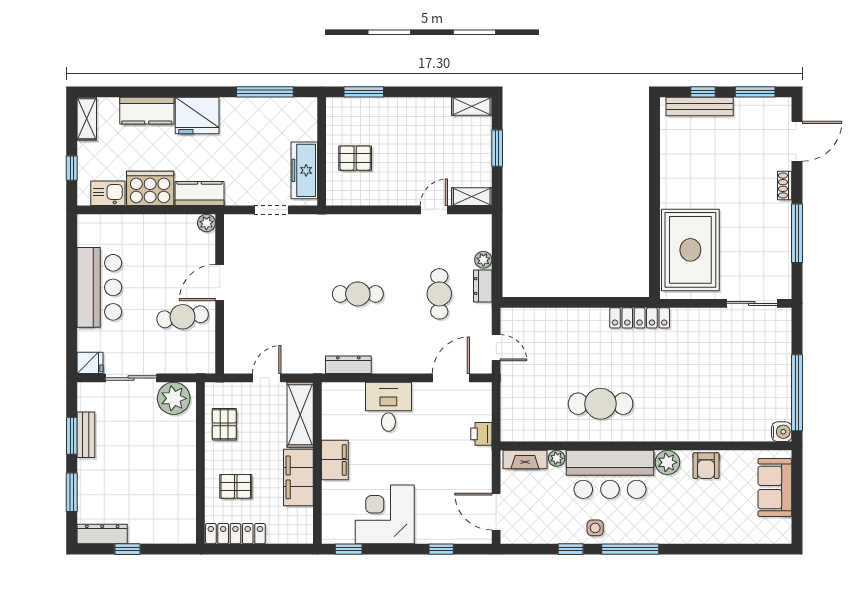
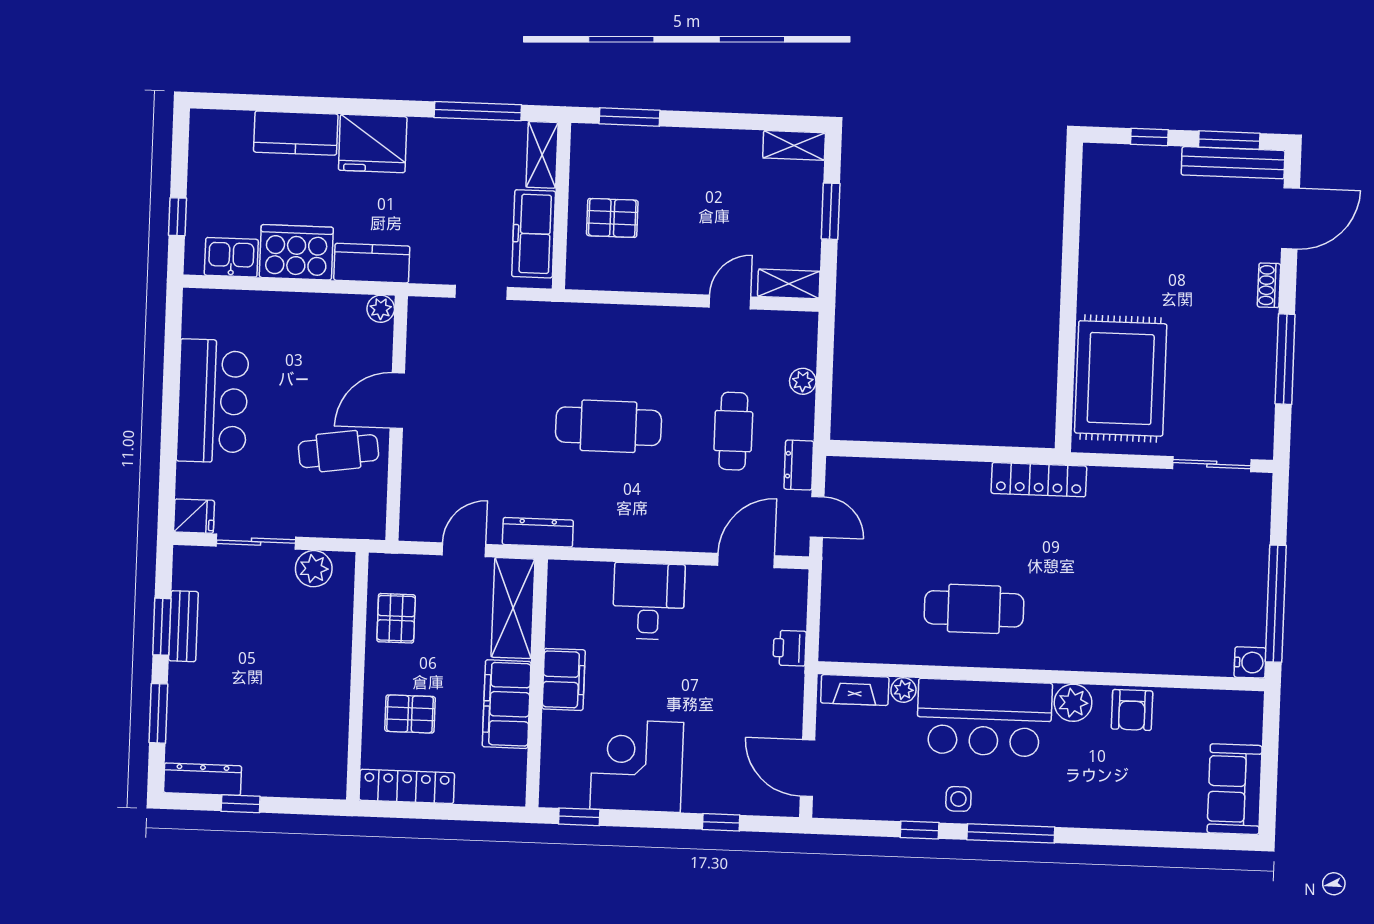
bench: (700, 107) -> (1233, 163), moved
shelving: (87, 119) -> (542, 155), moved
dresser: (483, 286) -> (799, 465), moved
cafe table: (358, 294) -> (608, 426), width x1.37, depth x1.35
dresser: (348, 365) -> (538, 532), moved
plant: (174, 398) -> (314, 569), width x0.73, depth x0.73
sofa: (775, 487) -> (1235, 789), moved

